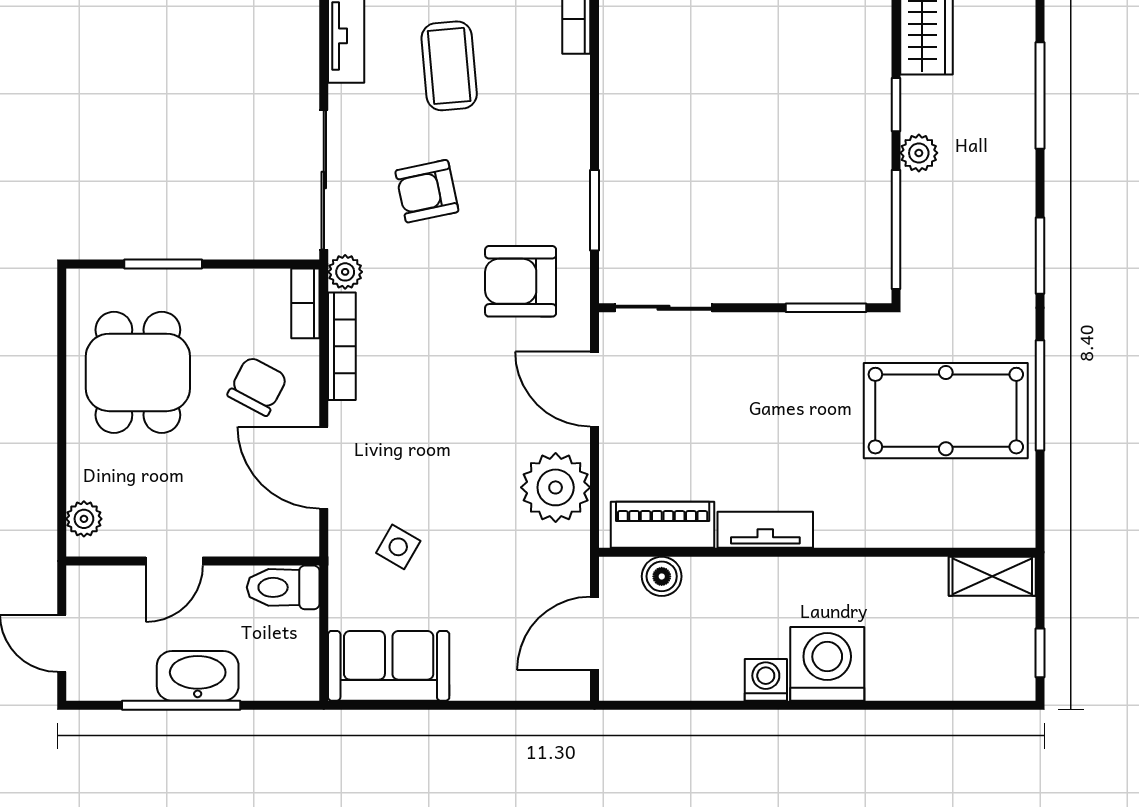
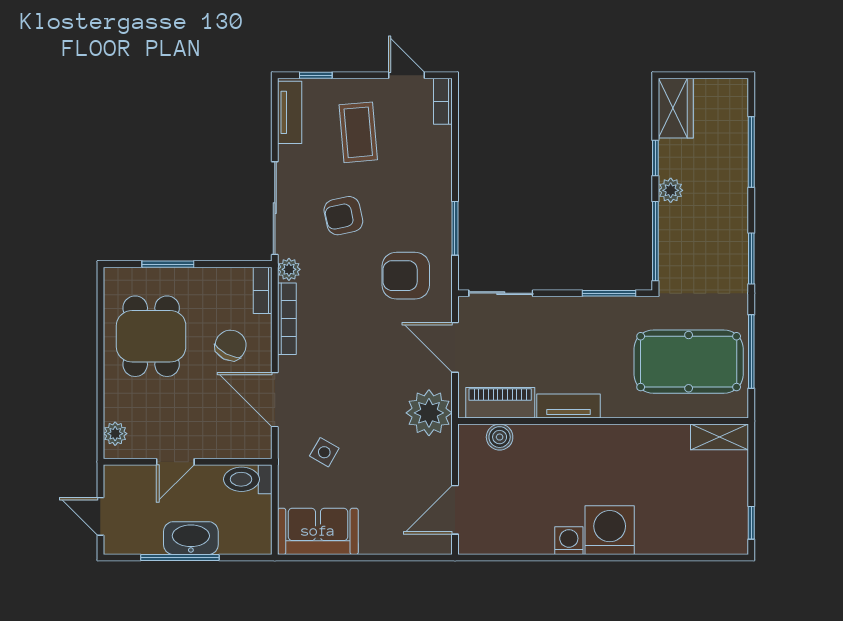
piano: (663, 525) -> (500, 403), moved
tv unit: (765, 530) -> (568, 406), moved
wall: (817, 552) -> (603, 421), moved
boiler: (662, 576) -> (500, 437), moved
shelving: (992, 576) -> (719, 437), moved

